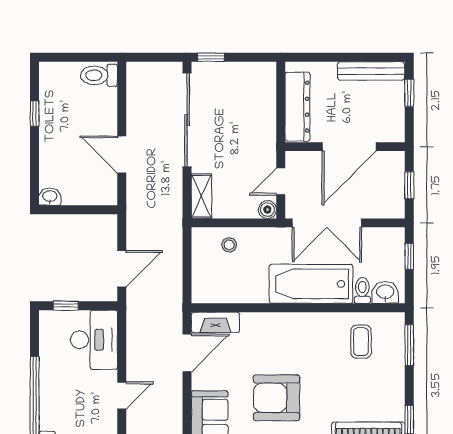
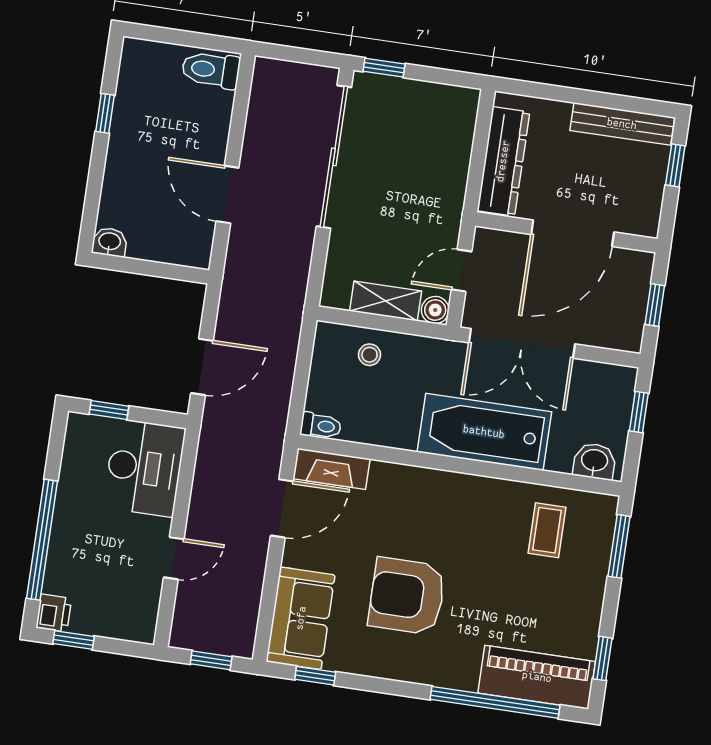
shelving: (201, 196) -> (386, 301), moved, turned 90
toilet: (362, 291) -> (321, 426), moved, turned 90

